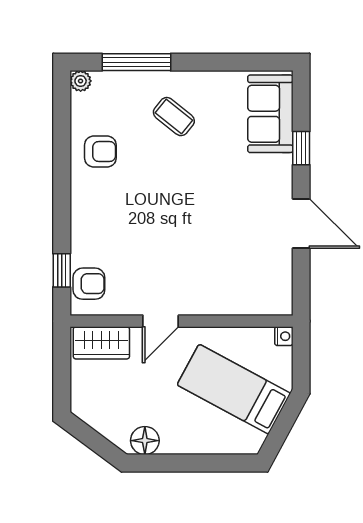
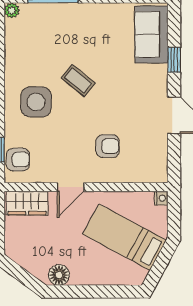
coffee table: (174, 117) -> (78, 81), moved
armchair: (100, 151) -> (108, 146), moved
side table: (114, 205) -> (36, 102), added

